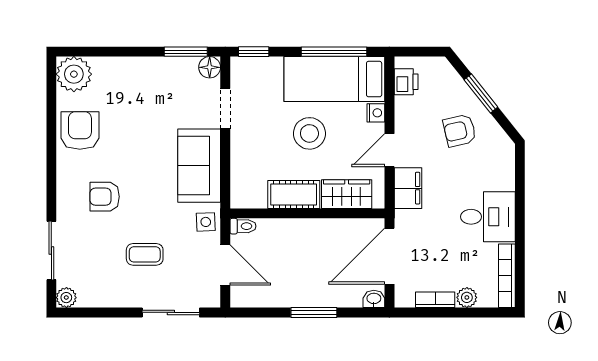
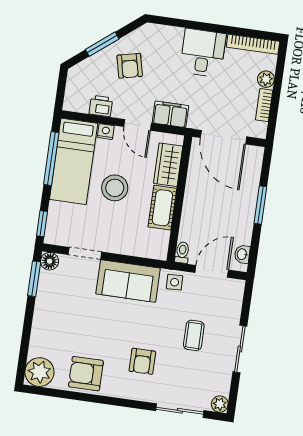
printer: (406, 82) -> (101, 106), moved
washbasin: (374, 299) -> (242, 254), moved
sliding door: (171, 312) -> (240, 349), moved

